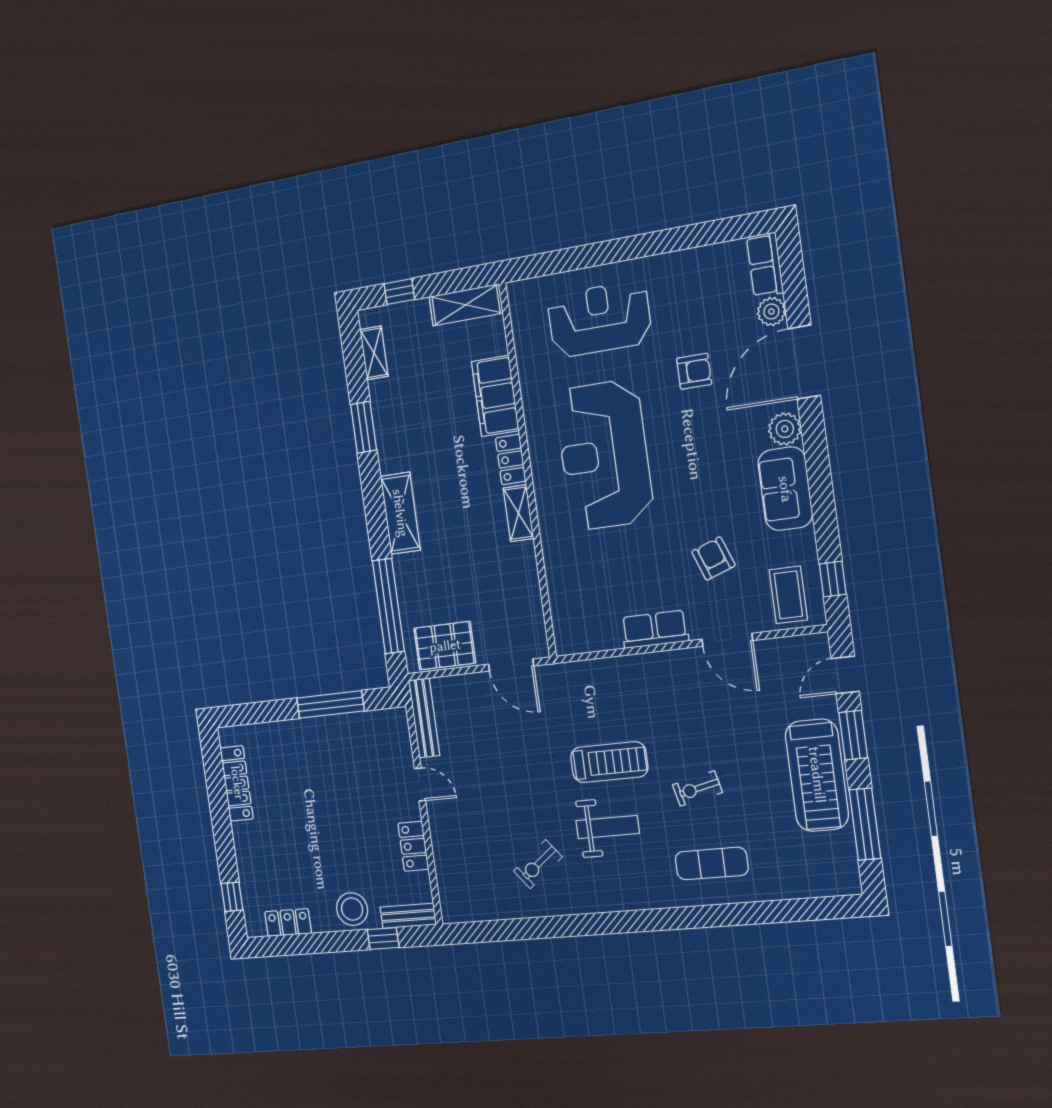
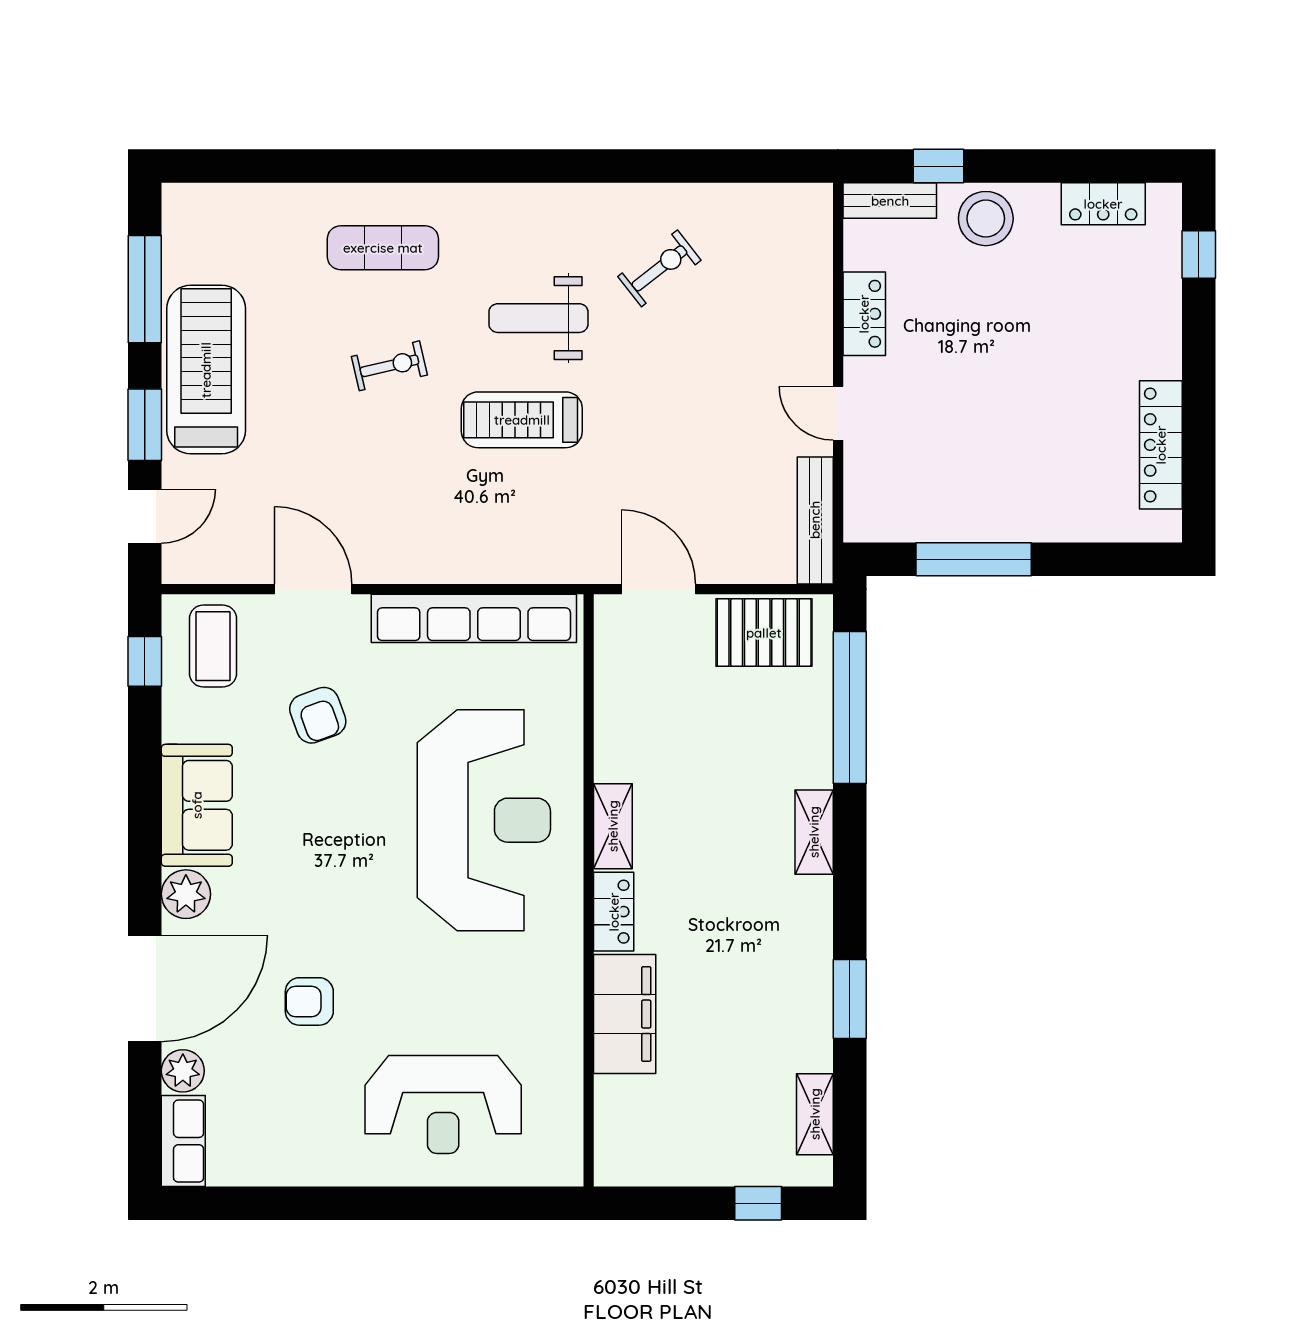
shelving: (466, 305) -> (652, 1163), removed
reception desk: (604, 455) -> (484, 820), moved
shelving: (400, 513) -> (814, 832), width x0.67, depth x0.75
row of seats: (655, 629) -> (474, 618), width x2.02

